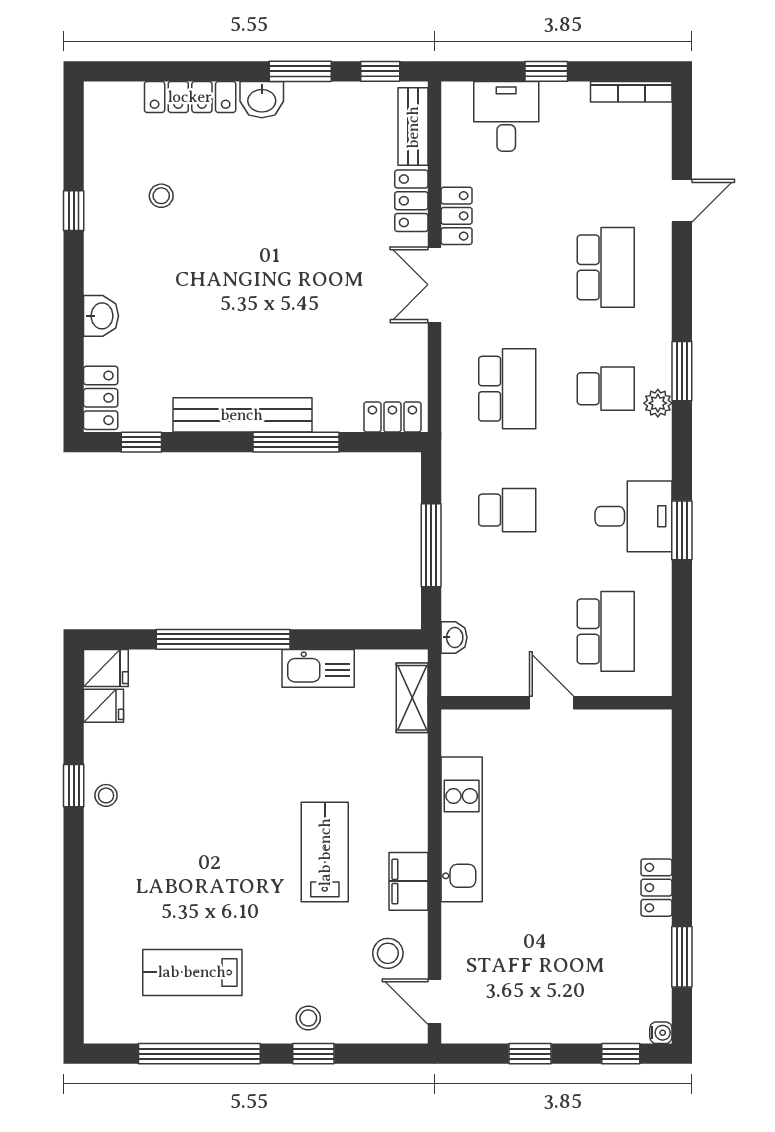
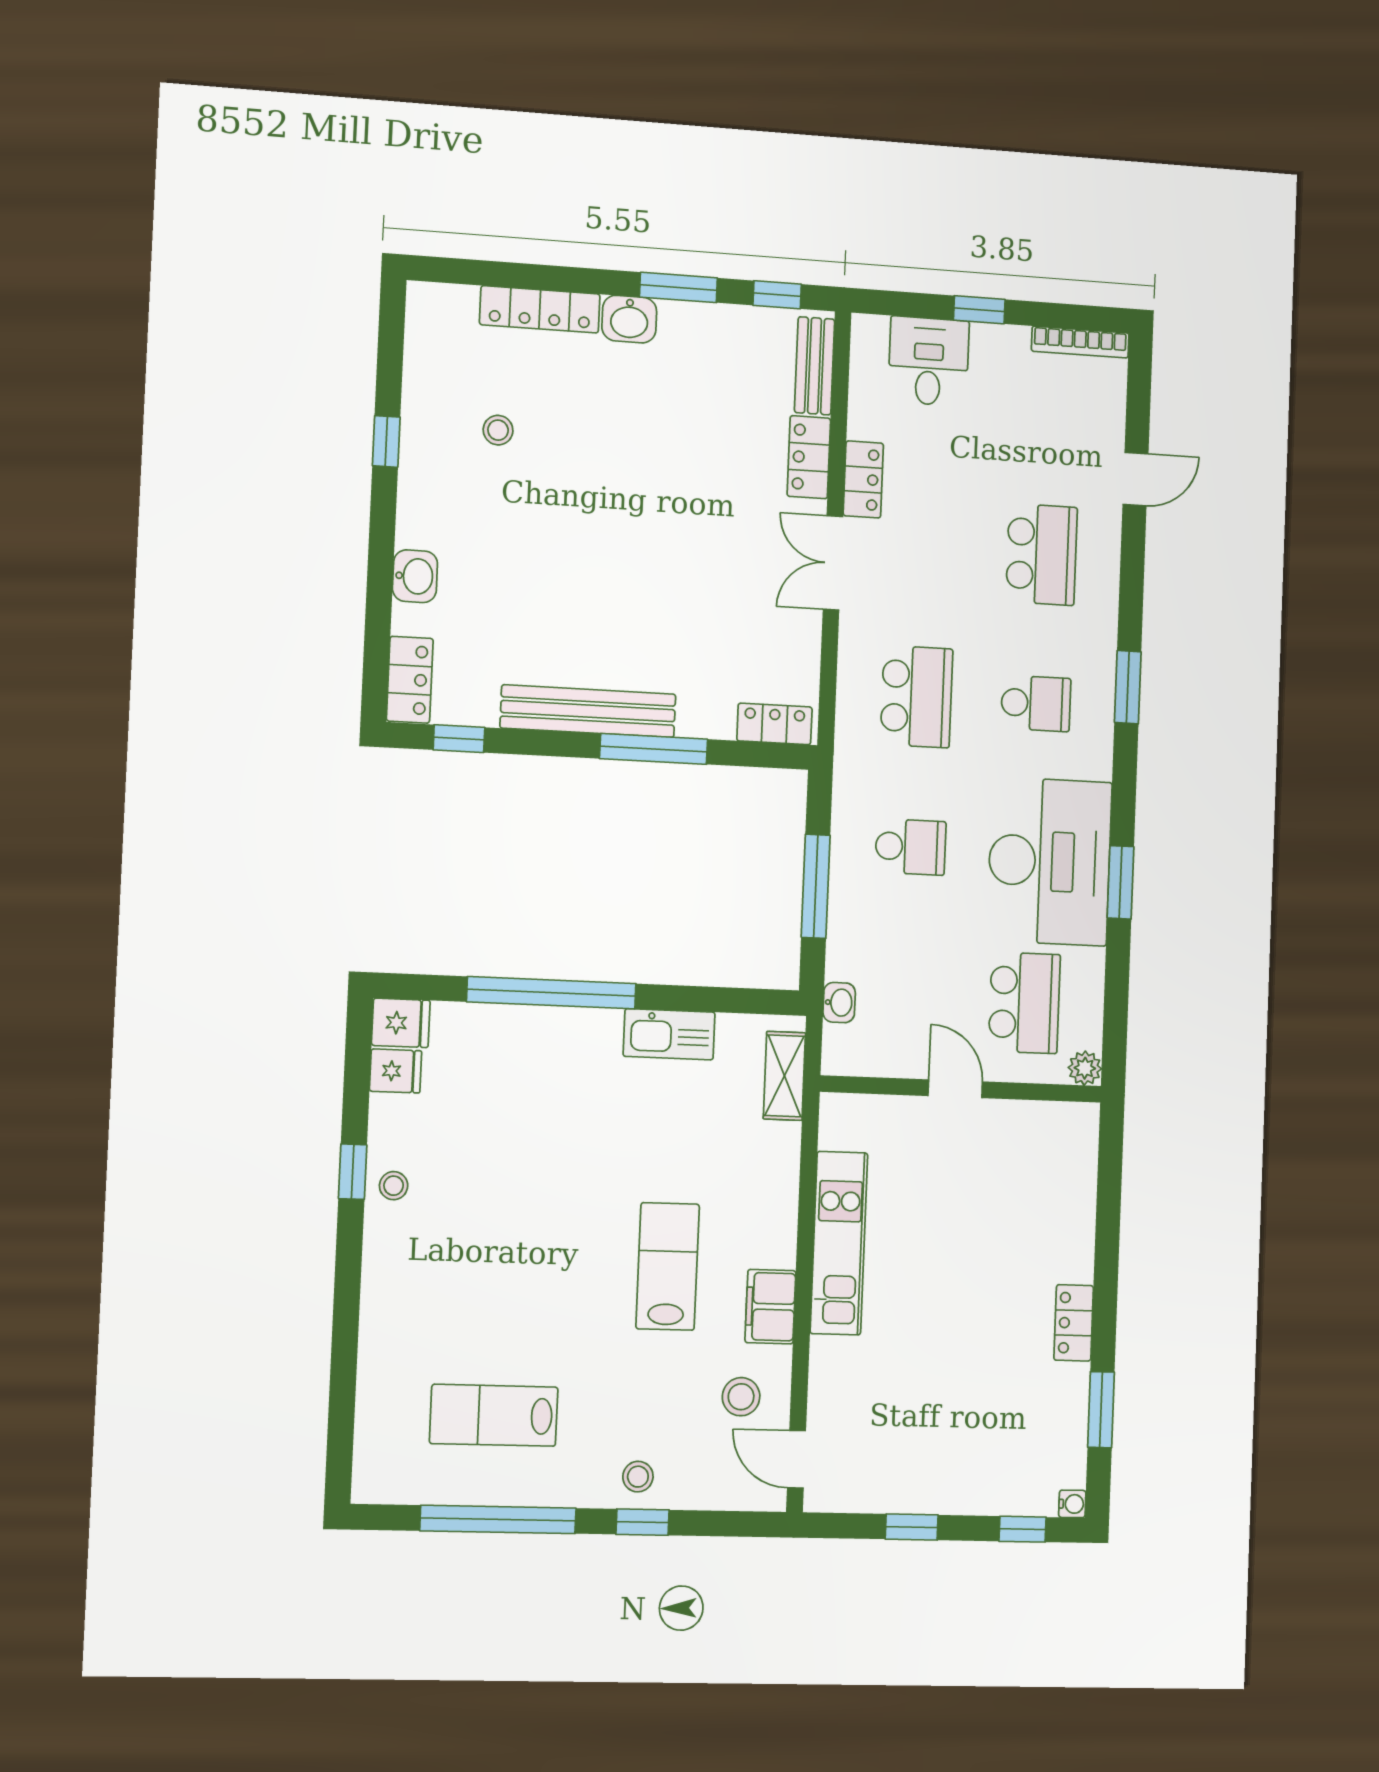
plant: (658, 403) -> (1085, 1068), moved
desk: (633, 516) -> (1049, 861), width x1.87, depth x1.30

